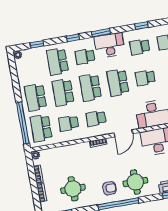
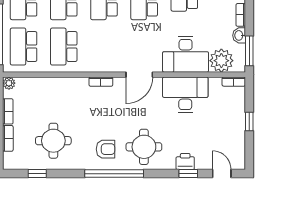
school desk: (96, 118) -> (104, 47), removed
school desk: (69, 123) -> (64, 47), width x1.85

